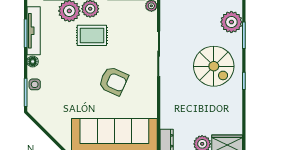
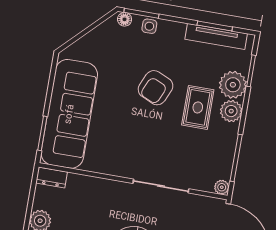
floor lamp: (33, 62) -> (125, 19), moved
armchair: (113, 81) -> (156, 88), moved

